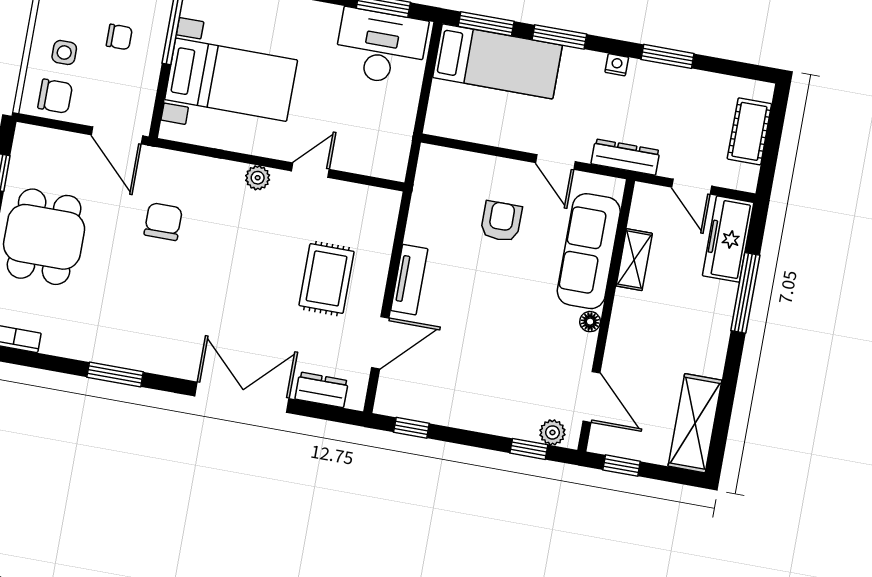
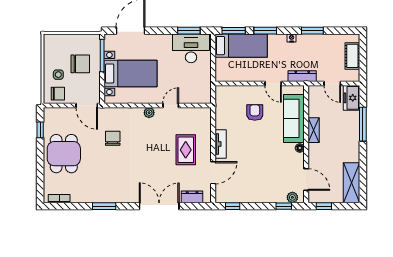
chair: (119, 37) -> (80, 64), width x1.87, depth x1.87
freezer: (728, 239) -> (352, 98), width x0.71
shelving: (634, 260) -> (314, 130), moved

